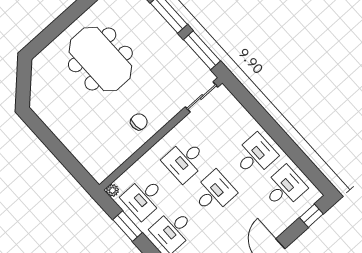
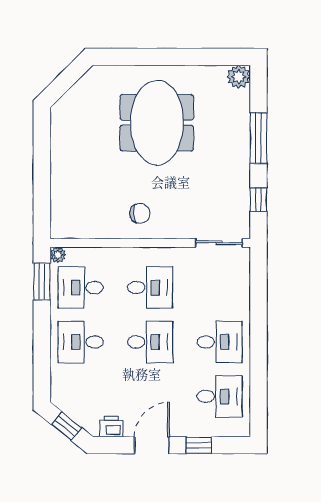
window: (202, 50) -> (258, 200), width x0.46
desk: (185, 160) -> (150, 288), turned 180
window: (311, 216) -> (199, 445), moved
window: (127, 226) -> (42, 282), moved

